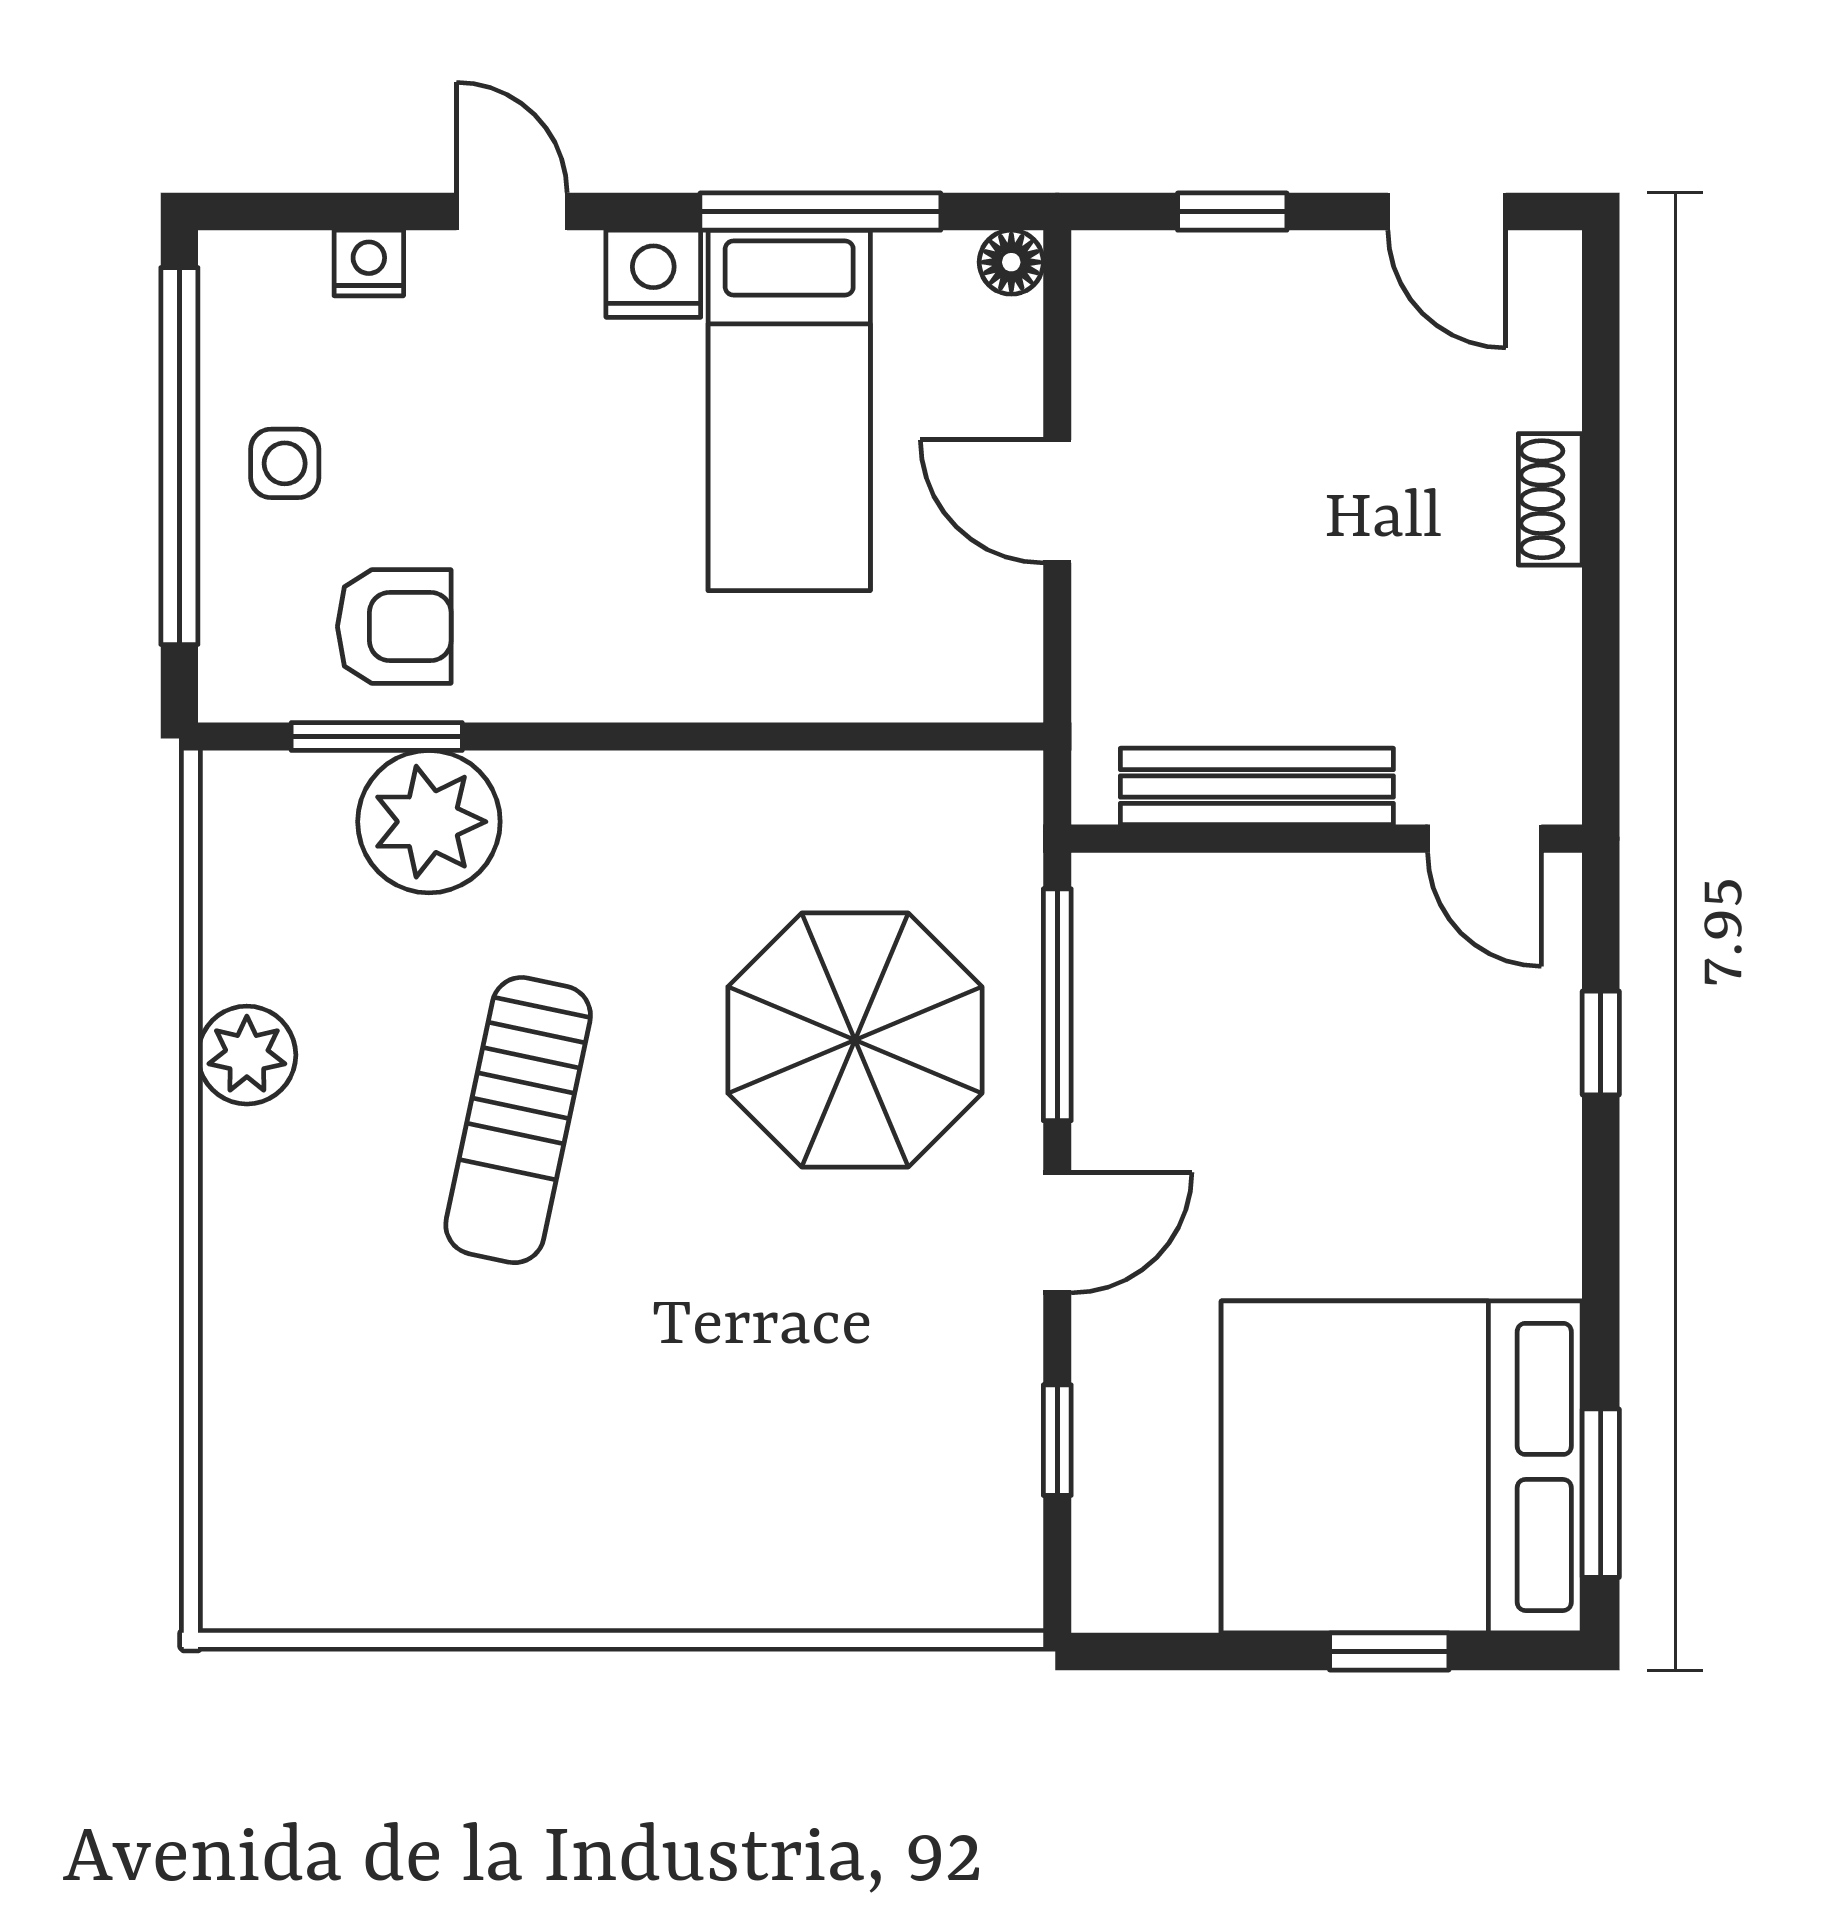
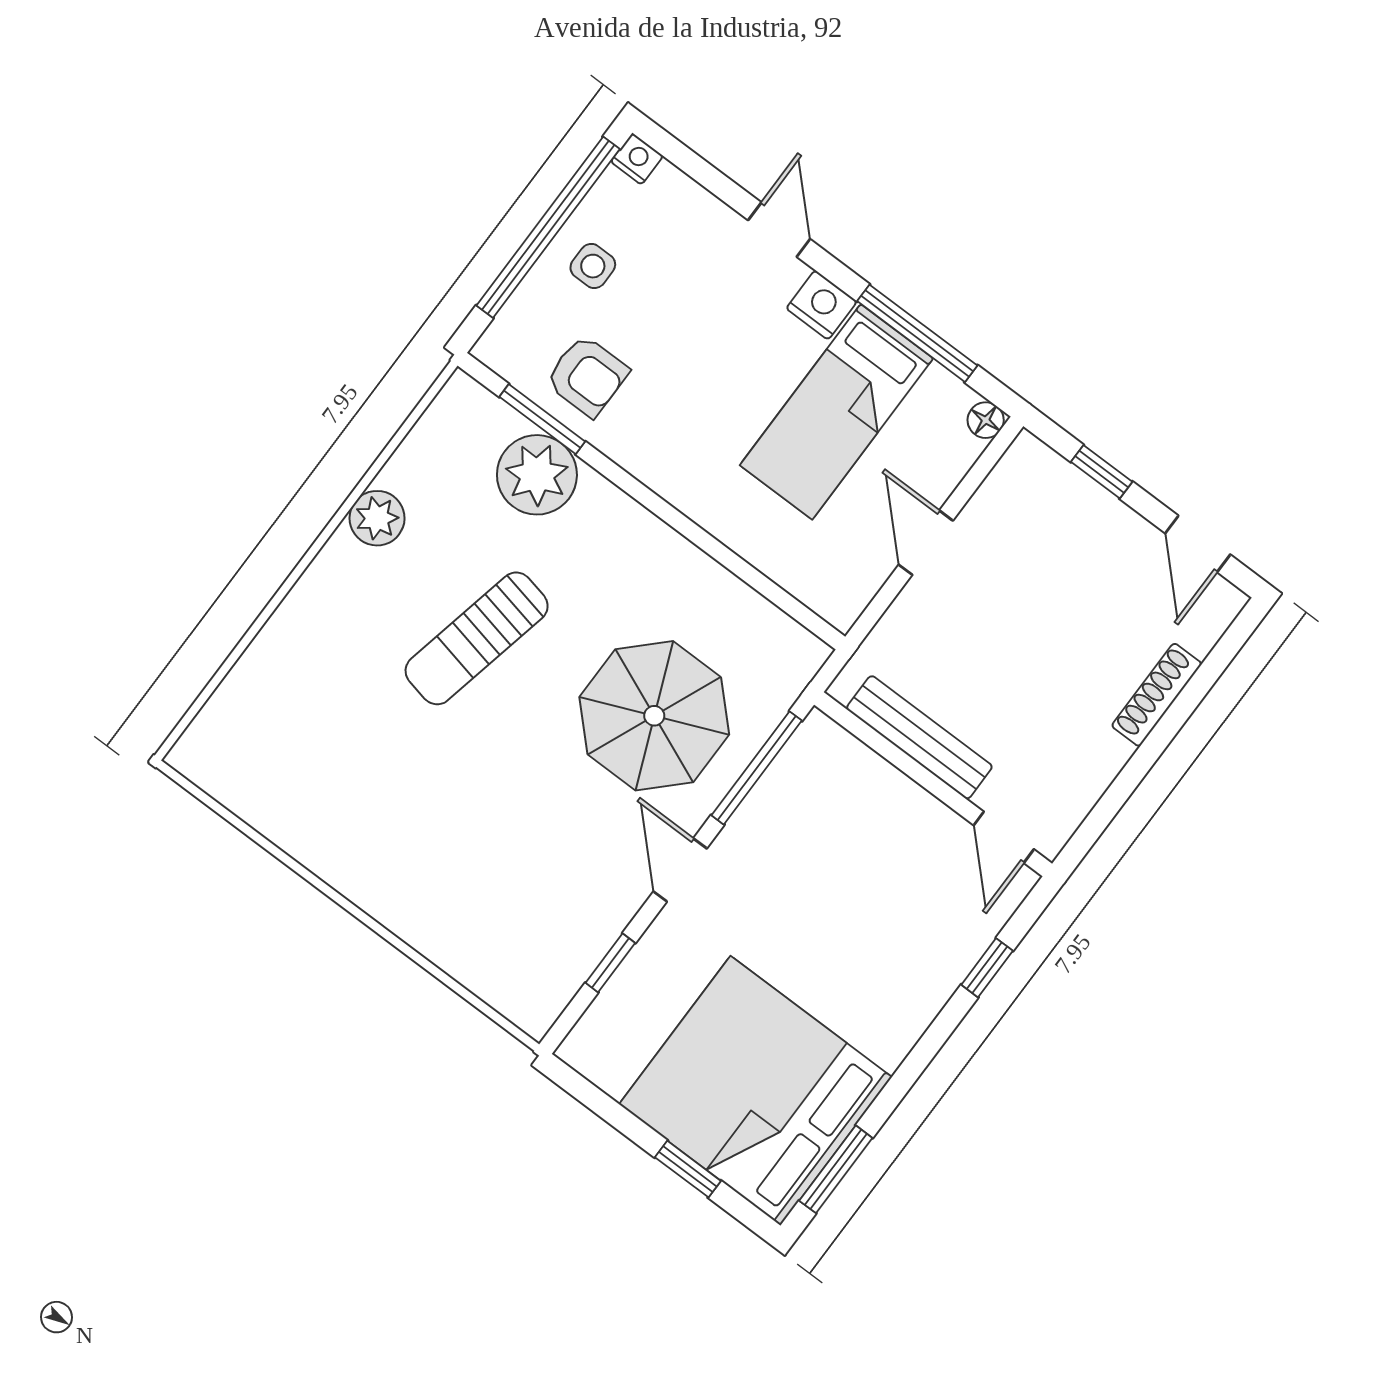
nightstand: (369, 263) -> (637, 159), moved
shoe rack: (1550, 499) -> (1157, 695), width x1.43
door: (1057, 1233) -> (680, 870), swing flipped

